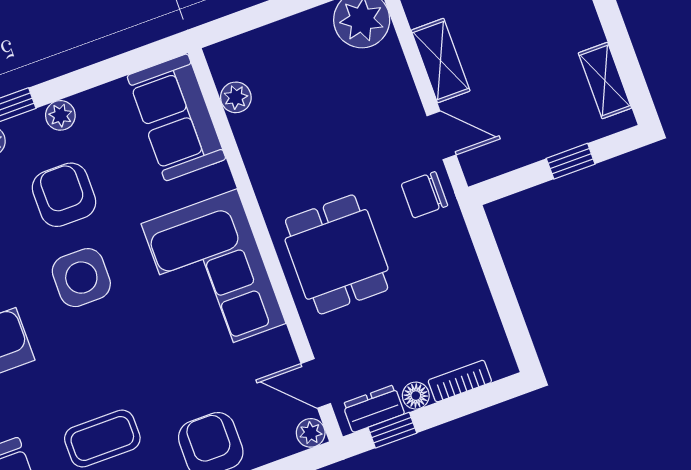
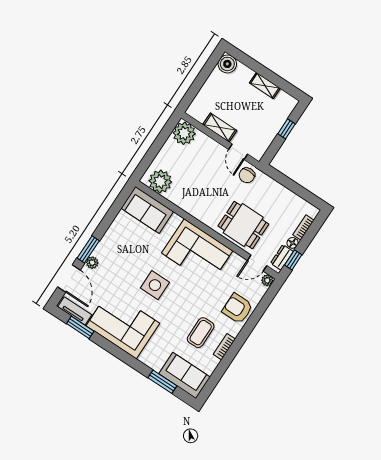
shelving: (605, 80) -> (265, 86), moved
plant: (236, 97) -> (160, 181), width x1.87, depth x1.87
plant: (60, 115) -> (109, 237), removed
door: (441, 135) -> (238, 152), swing flipped
armchair: (64, 195) -> (129, 262), removed
dining table: (337, 254) -> (243, 225), moved

